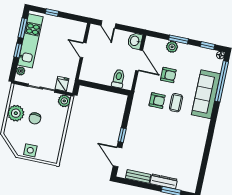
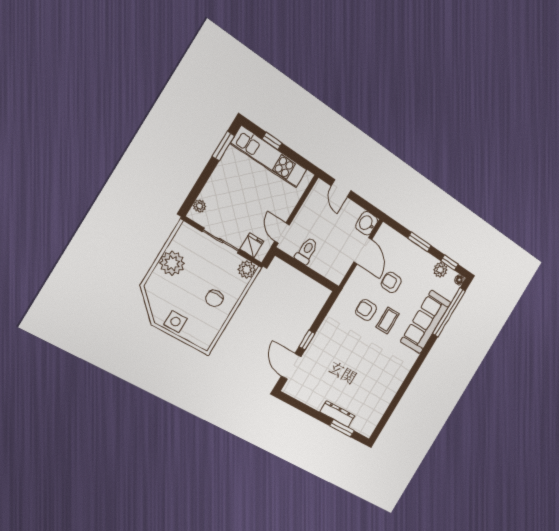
kitchen unit: (30, 41) -> (269, 157), moved, turned 90
plant: (172, 47) -> (440, 270), moved
door: (83, 50) -> (282, 233), moved
window: (18, 51) -> (205, 175), removed
armchair: (168, 75) -> (391, 282), turned 180
toilet: (118, 79) -> (306, 251), moved
armchair: (157, 101) -> (366, 310), turned 180
chair: (35, 118) -> (214, 298), moved
bench: (138, 176) -> (308, 399), removed

